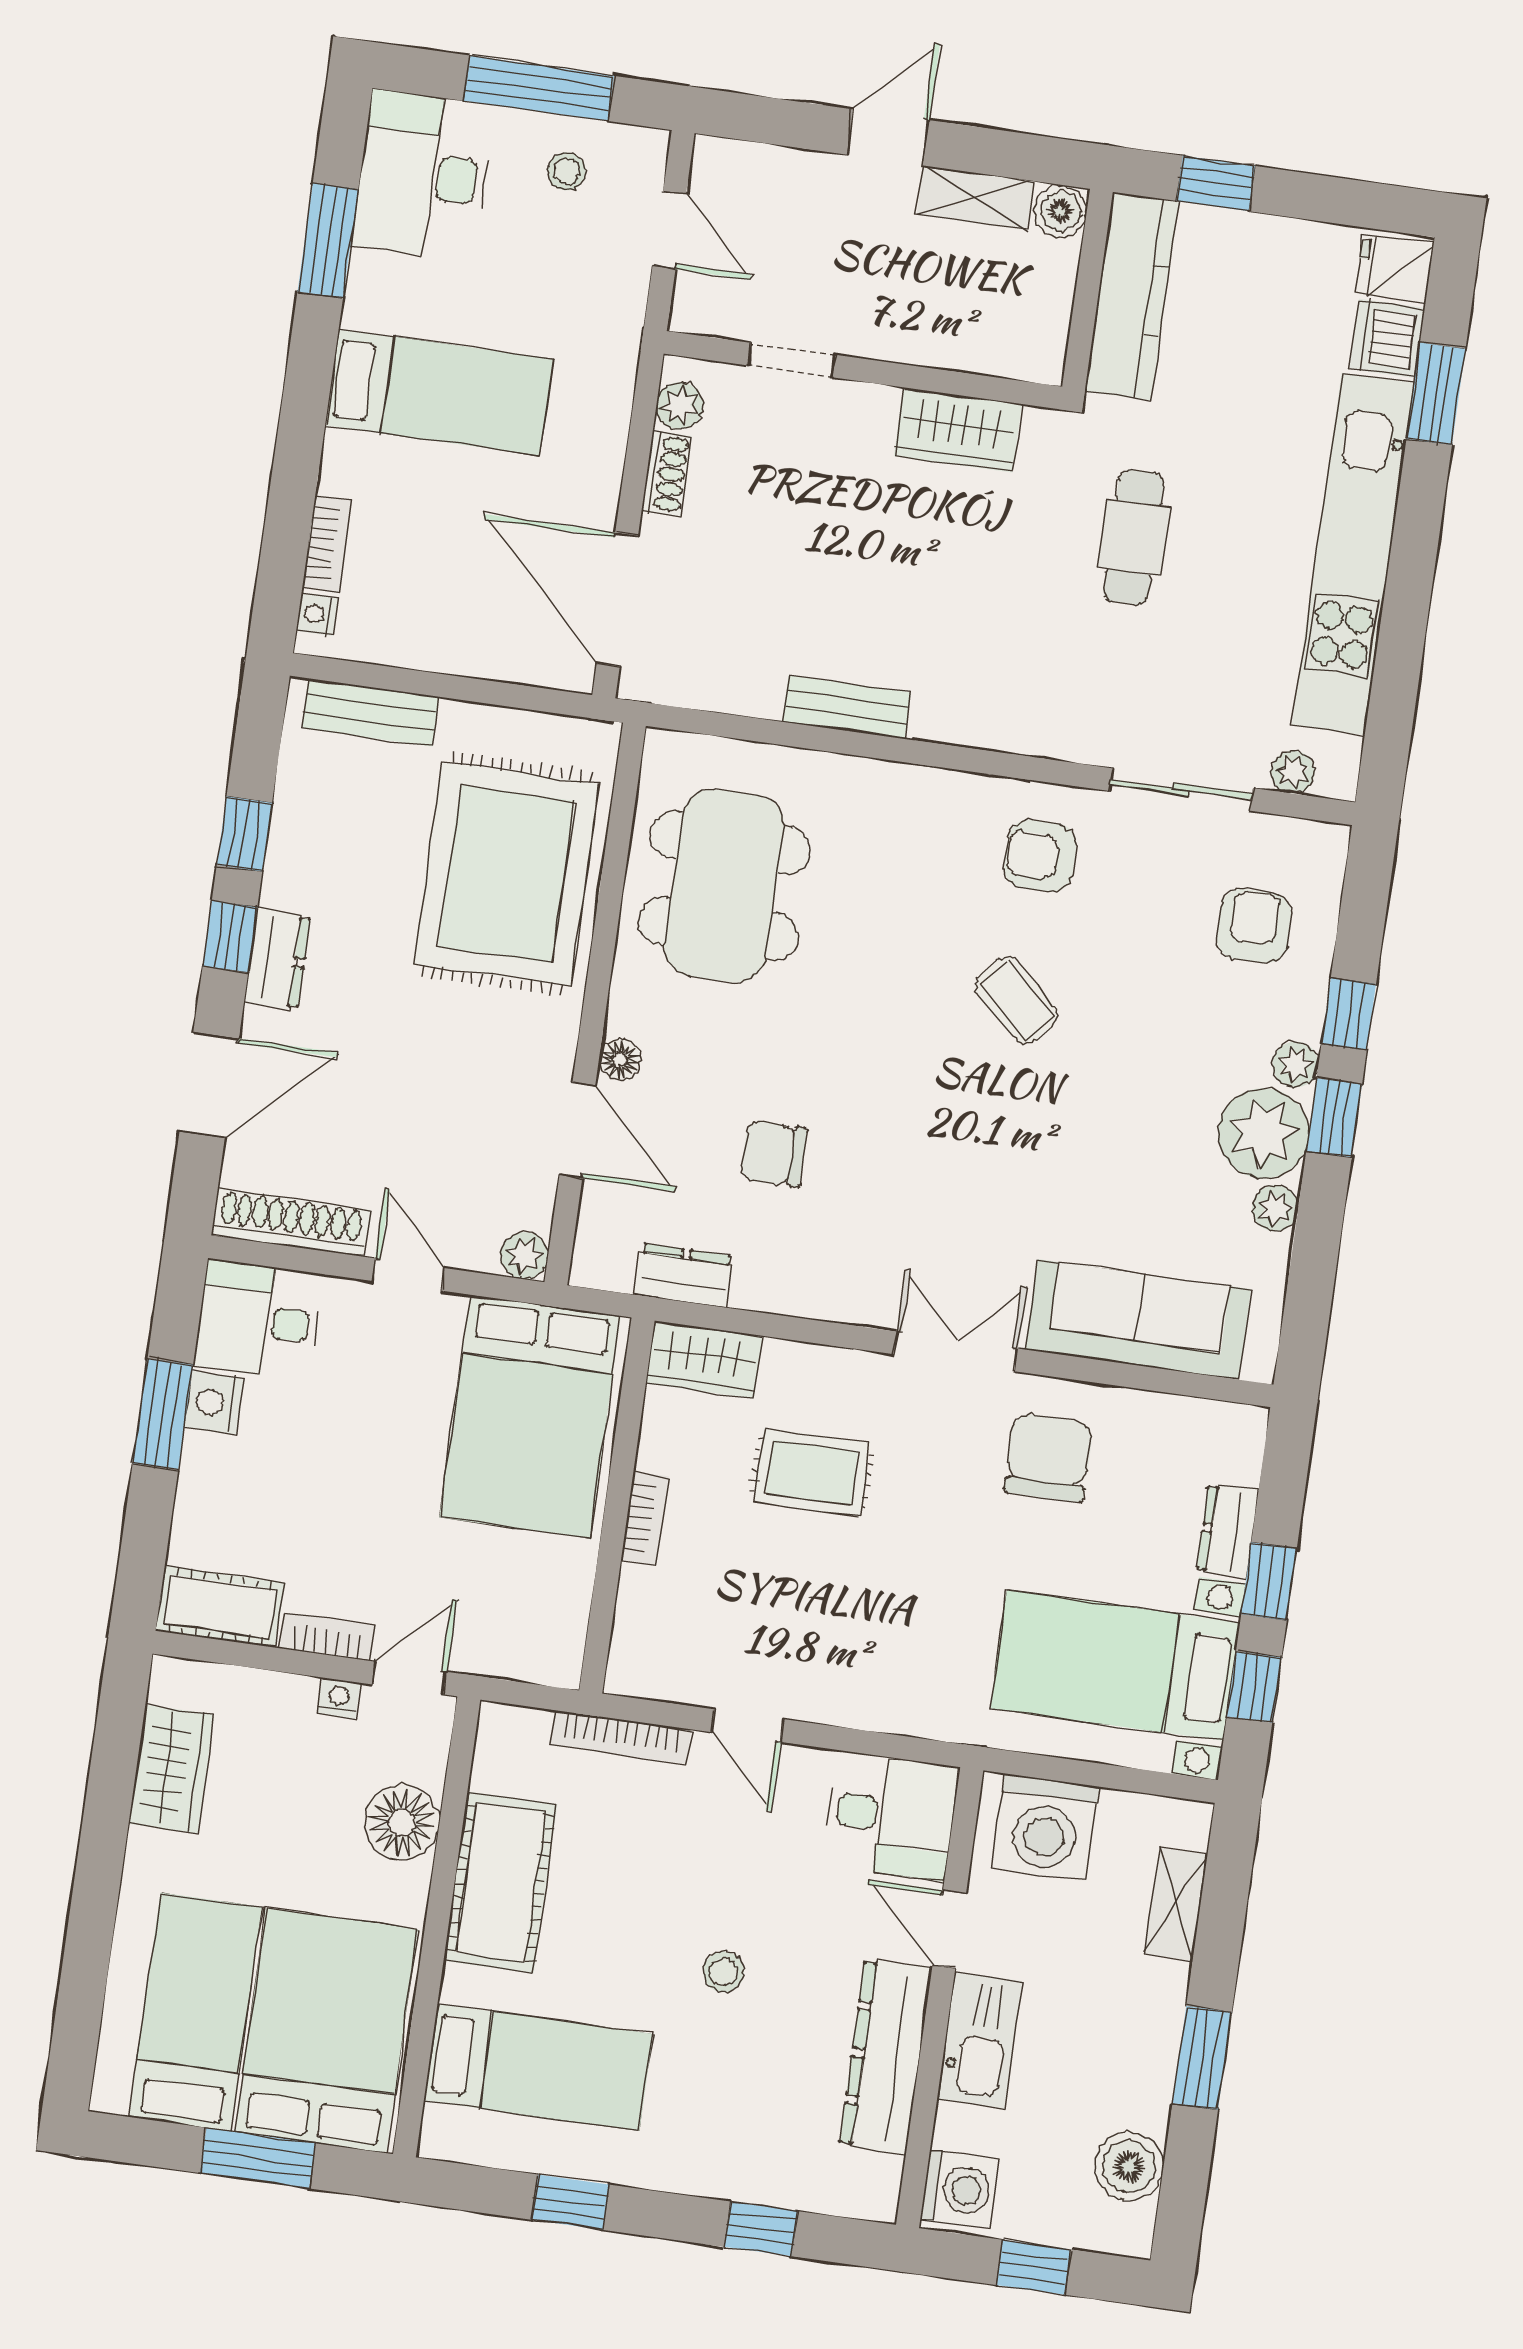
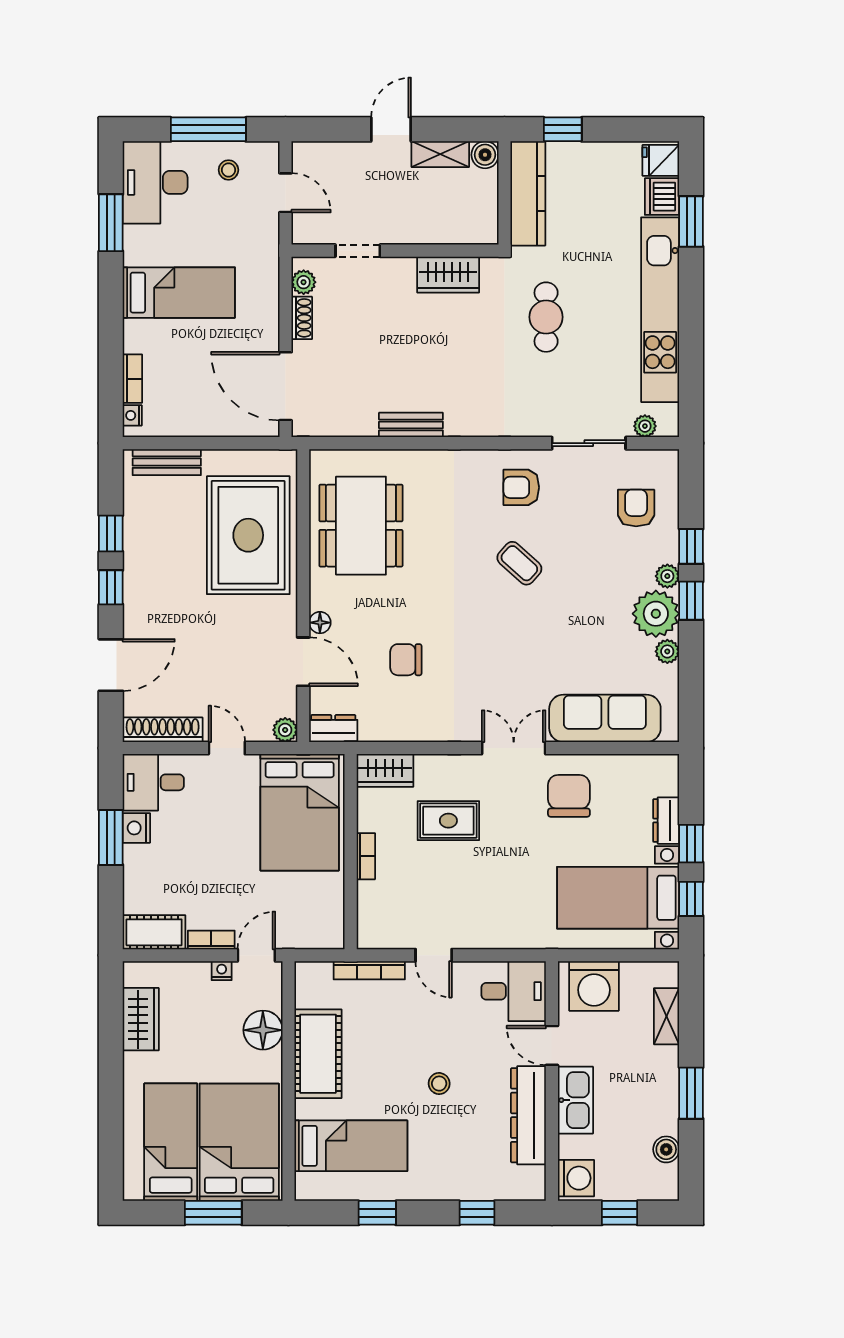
dresser: (277, 960) -> (137, 596), removed
dresser: (684, 1275) -> (333, 729), moved
boiler: (1129, 2166) -> (666, 1149), width x0.73, depth x0.73

